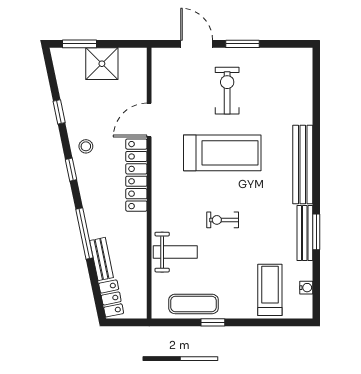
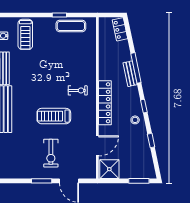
shower: (102, 64) -> (109, 169), moved
door: (149, 120) -> (97, 146), moved
treadmill: (222, 153) -> (54, 116), width x0.73, depth x0.73
exercise bike: (223, 220) -> (78, 90), moved
weight bench: (175, 252) -> (82, 57), removed
bench: (102, 259) -> (130, 74), moved

